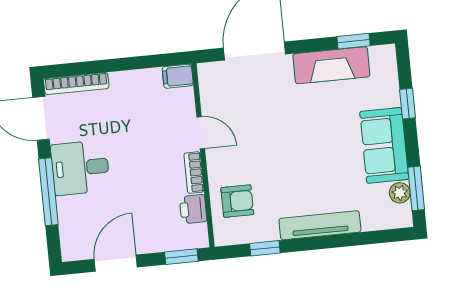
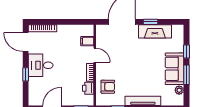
window: (353, 41) -> (150, 22), moved
filing cabinet: (178, 76) -> (87, 41), moved
window: (416, 188) -> (187, 75), moved
window: (48, 192) -> (26, 74), width x0.46

